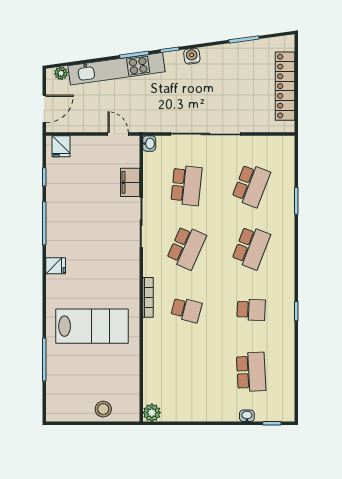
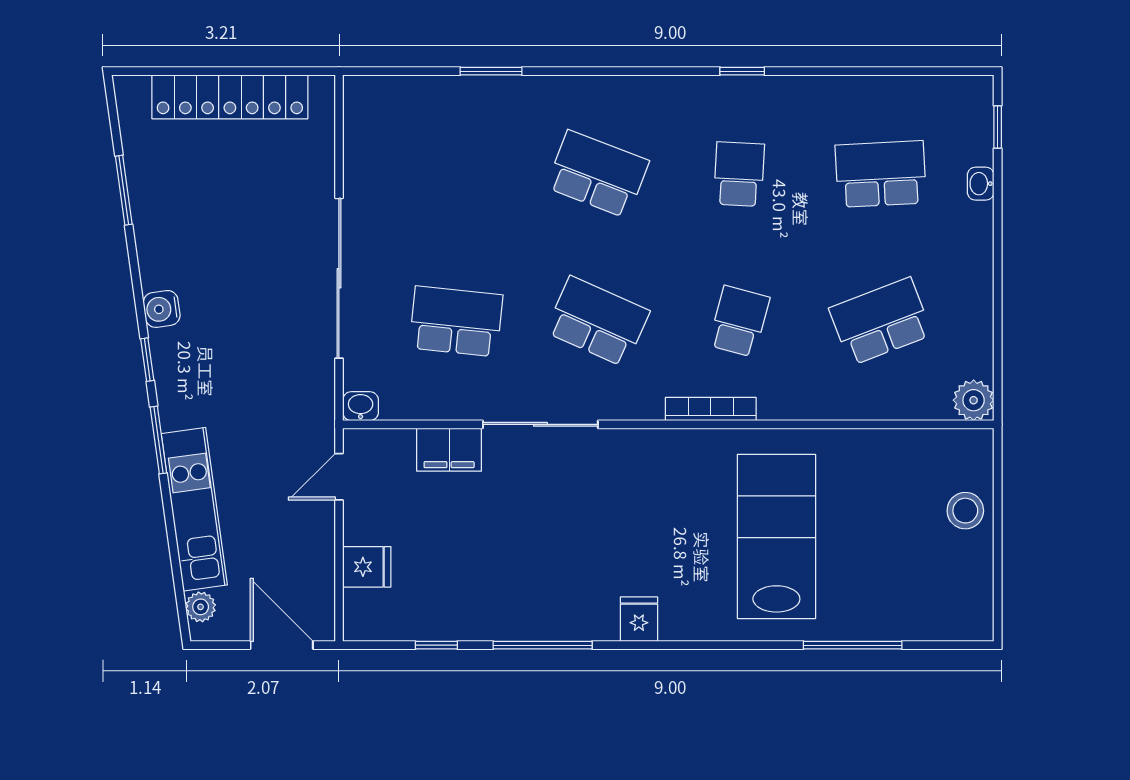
kitchen unit: (116, 69) -> (194, 509), width x0.73
fridge: (61, 146) -> (367, 567), moved
school desk: (251, 185) -> (881, 321), moved, turned -42

